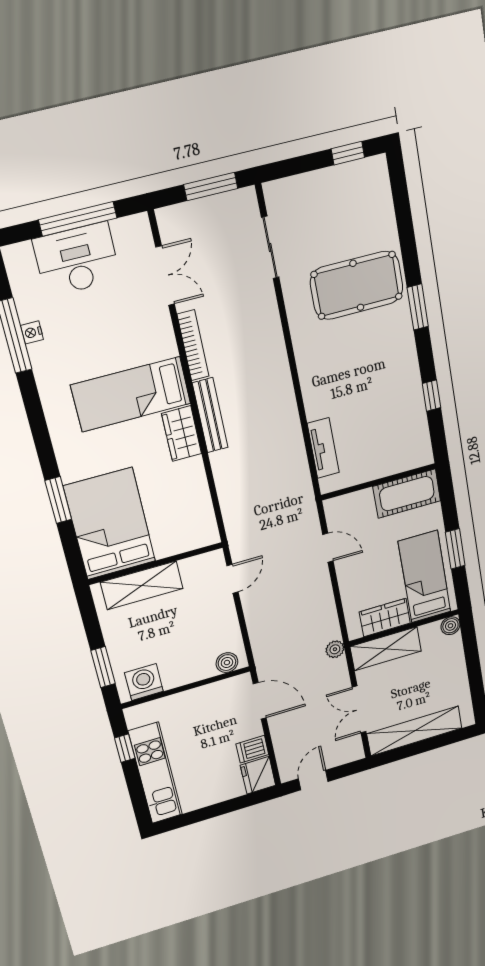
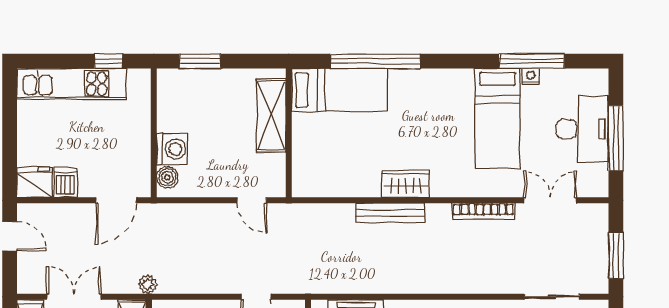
double door: (165, 276) -> (550, 200), swing flipped
bed: (131, 394) -> (497, 118), moved, turned 180
bench: (210, 415) -> (390, 213), moved
window: (58, 500) -> (375, 61), width x2.11
bed: (110, 524) -> (340, 90), width x0.67
washing machine: (144, 682) -> (172, 149), moved

